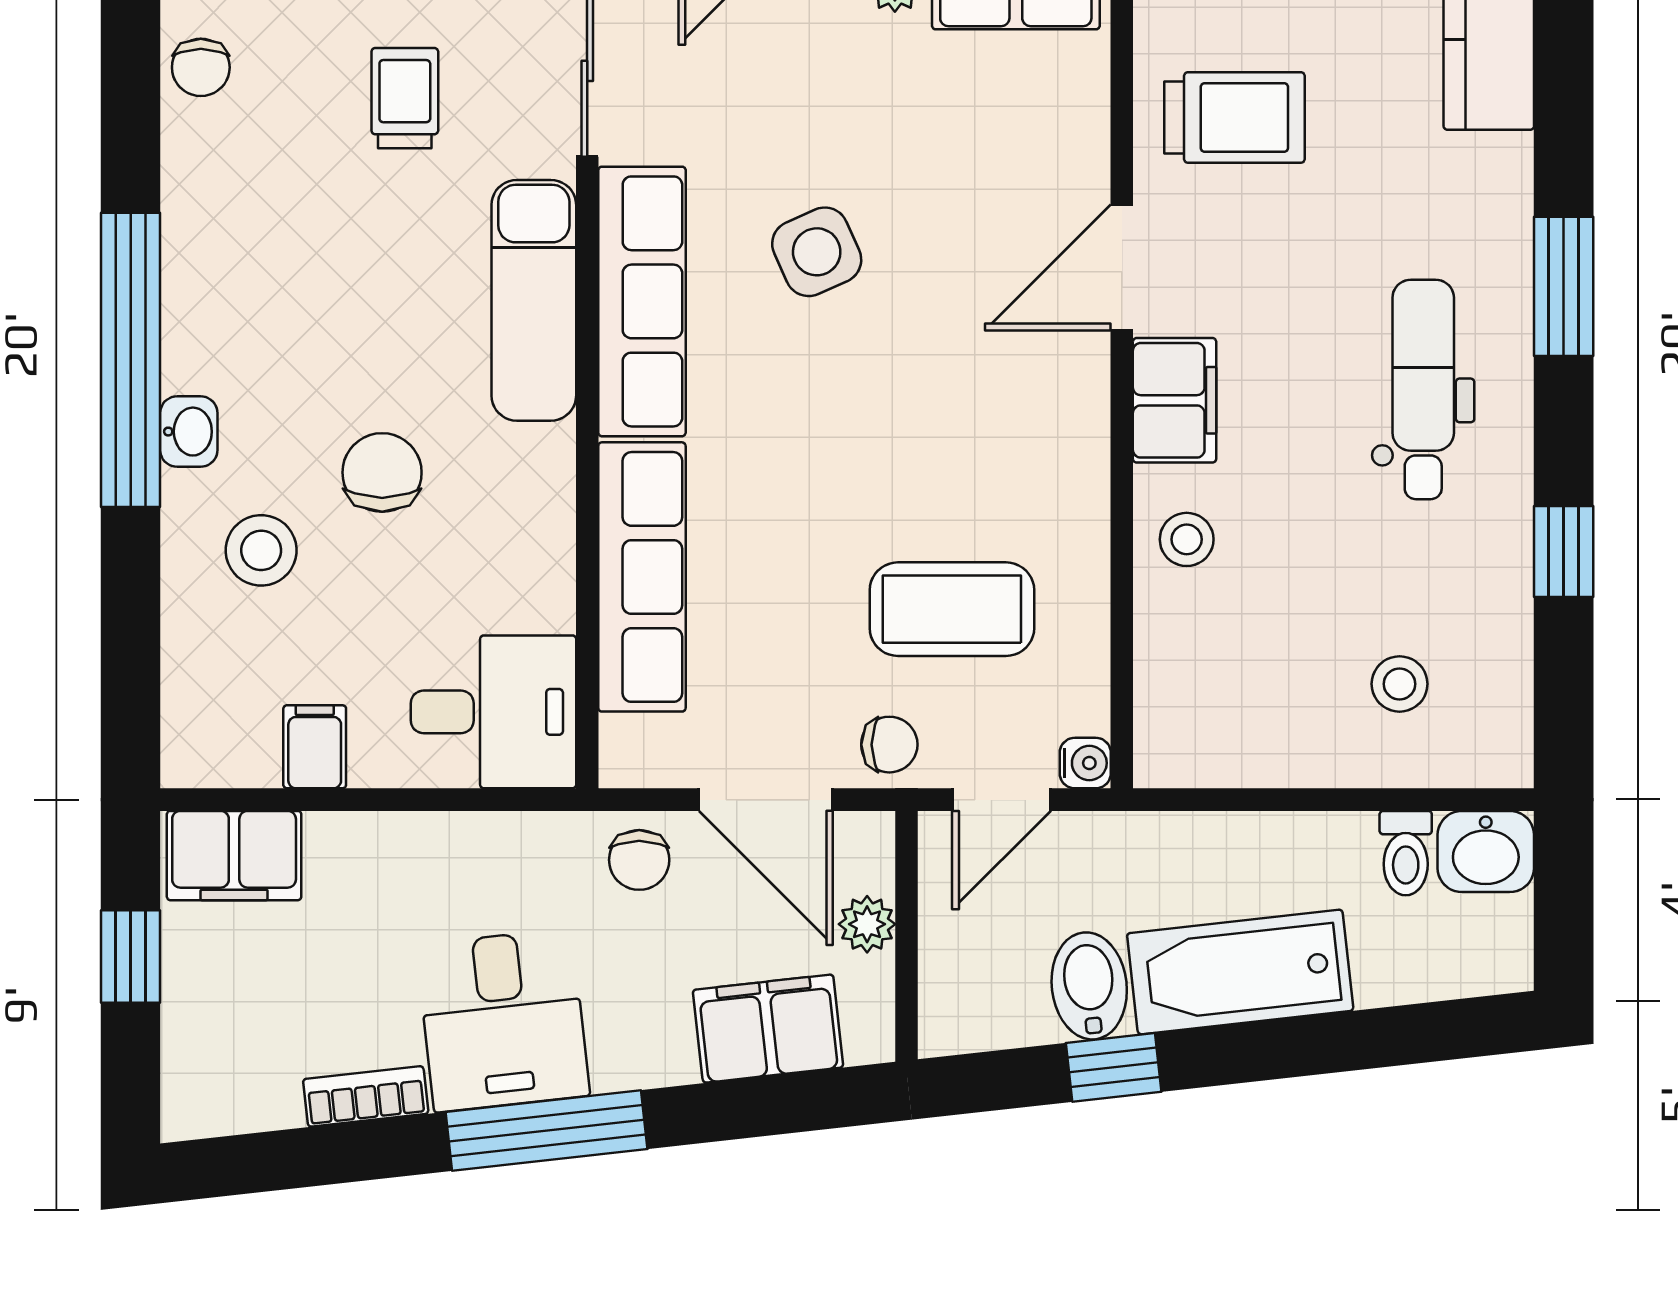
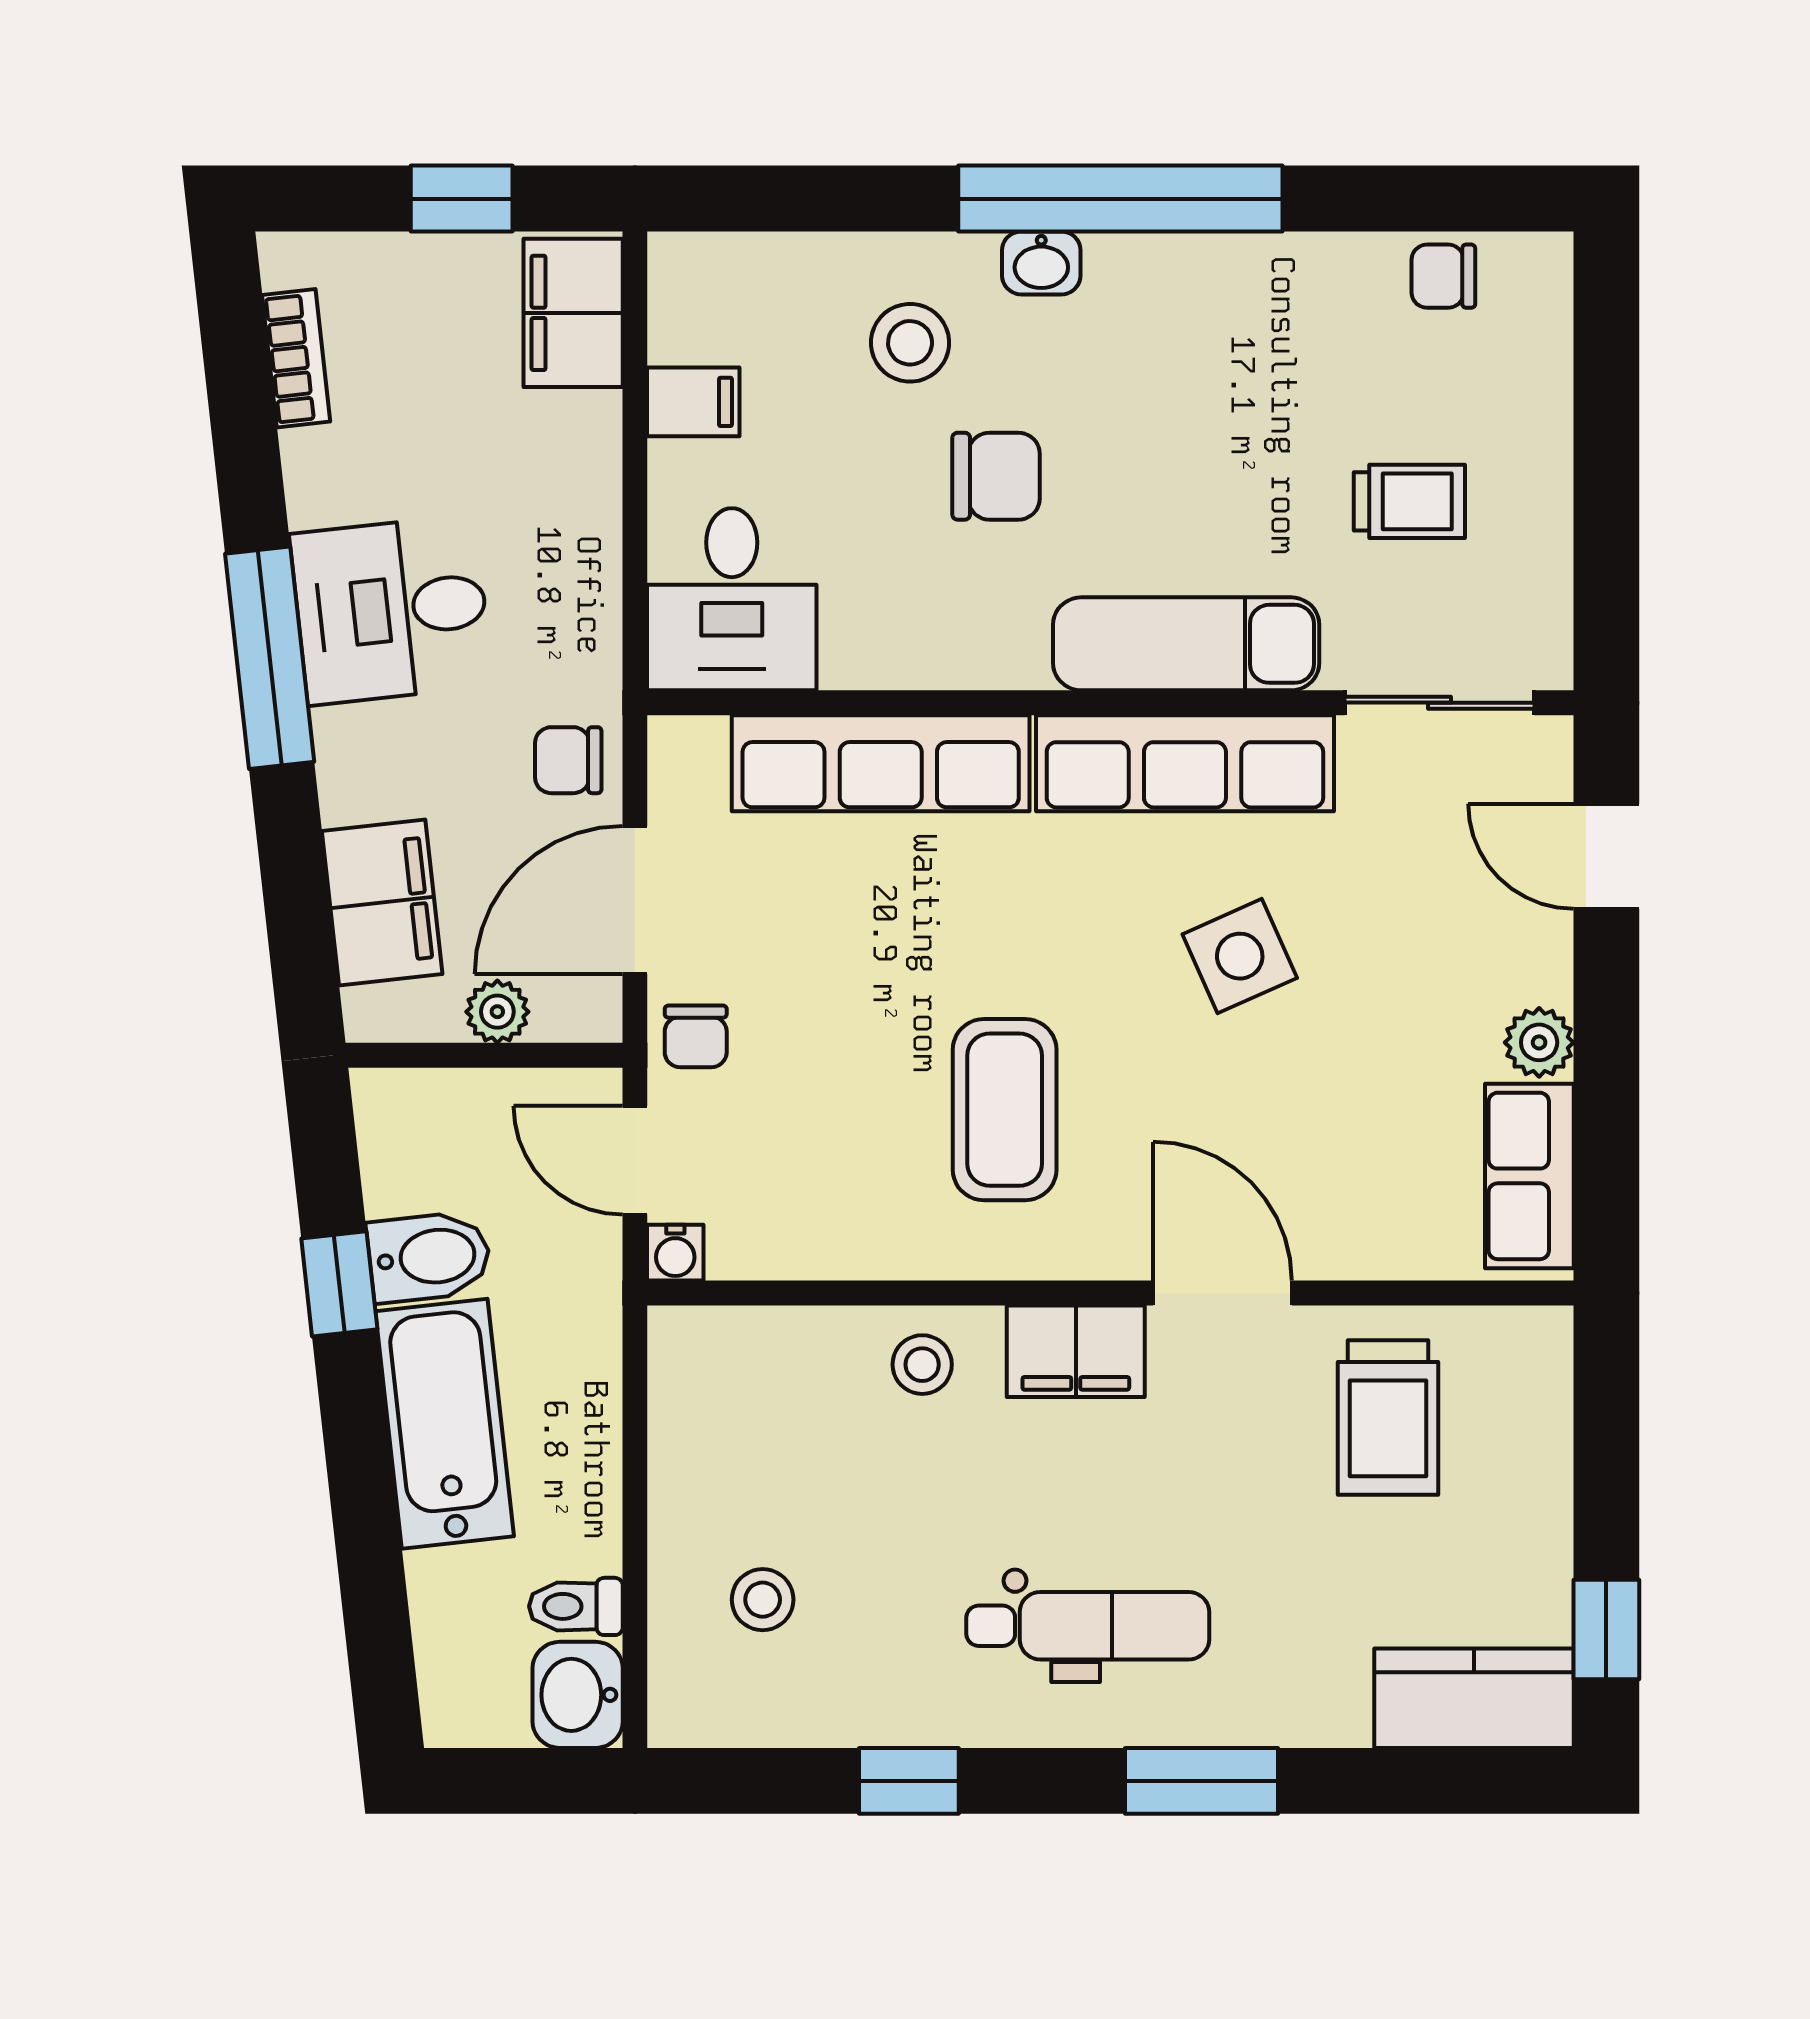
coffee table: (952, 609) -> (1005, 1110), moved
bookcase: (366, 1096) -> (296, 358), moved

